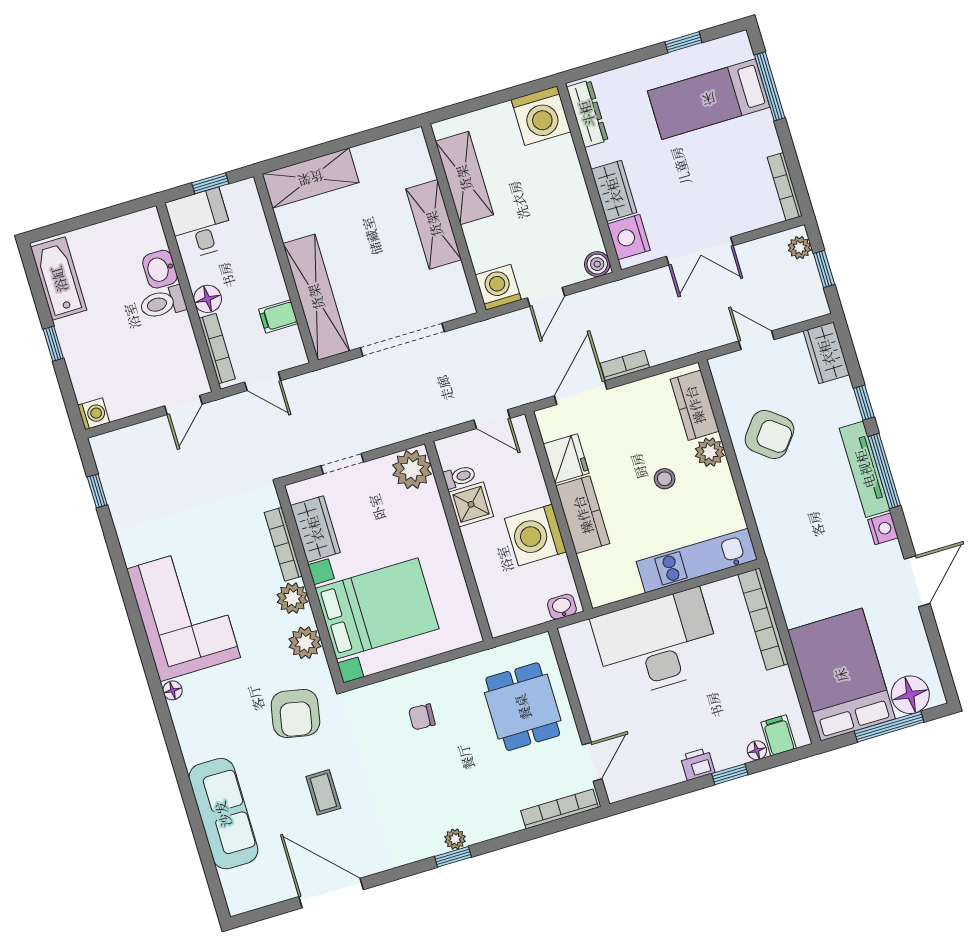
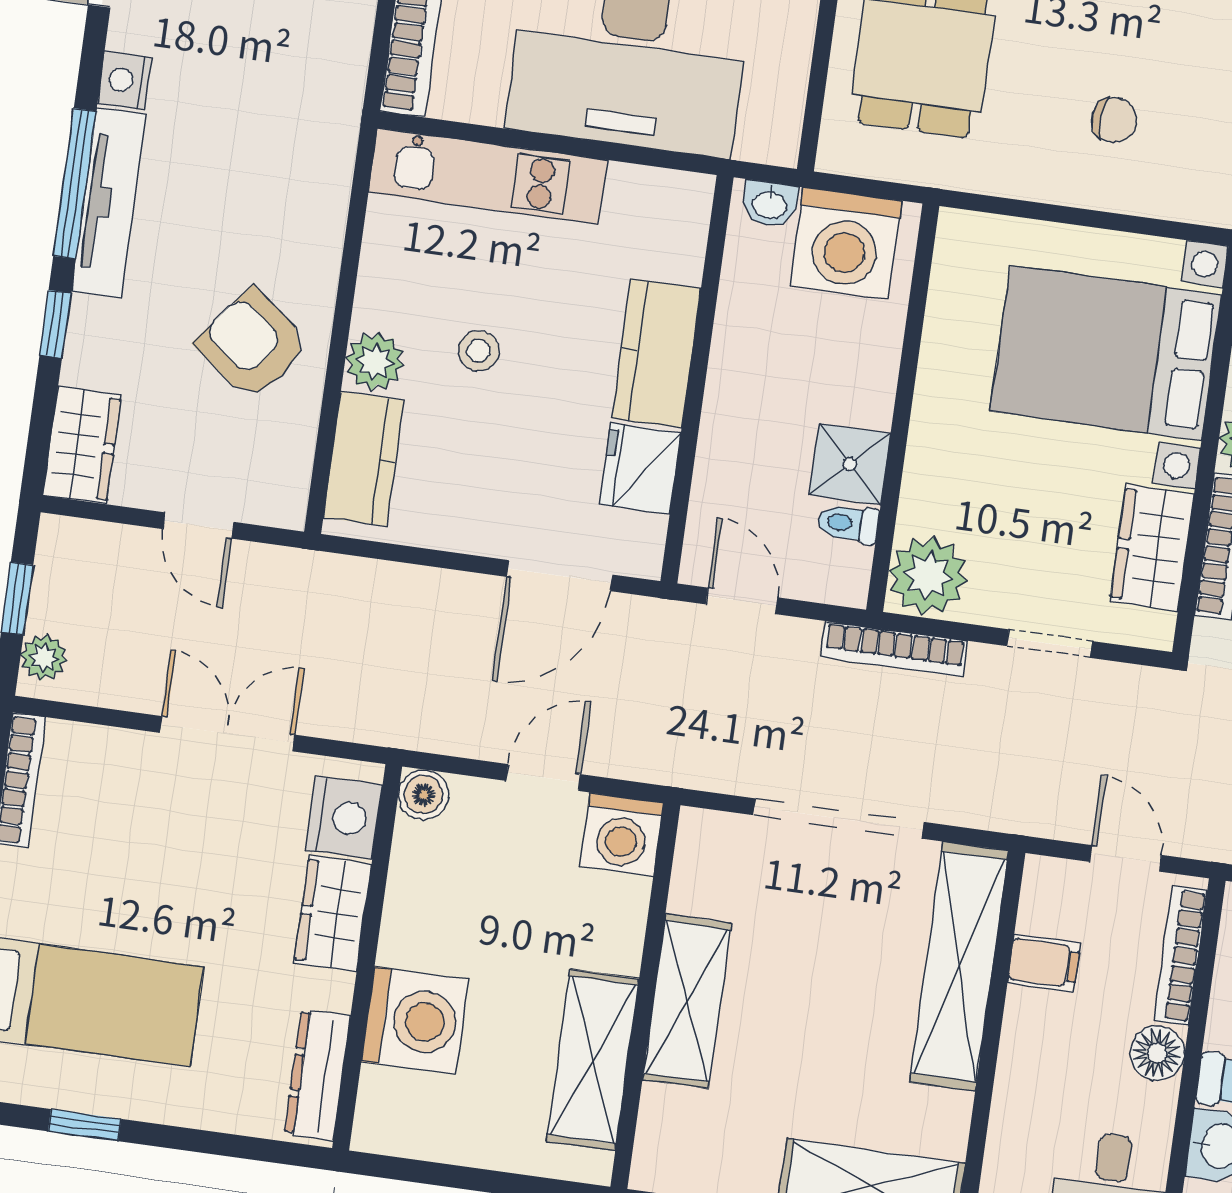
washing machine: (541, 116) -> (415, 1021), moved, turned 90
bookcase: (625, 365) -> (894, 649), moved, width x1.56
washing machine: (535, 535) -> (846, 243), moved, turned 90

